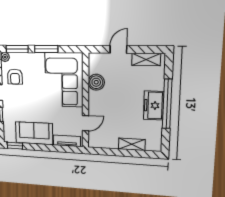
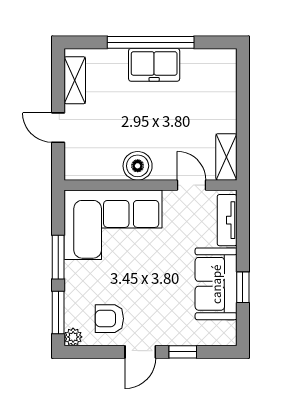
armchair: (15, 77) -> (109, 319), turned 180
boiler: (96, 82) -> (138, 166), moved
shelving: (132, 144) -> (226, 157), moved
window: (15, 146) -> (243, 287), moved

